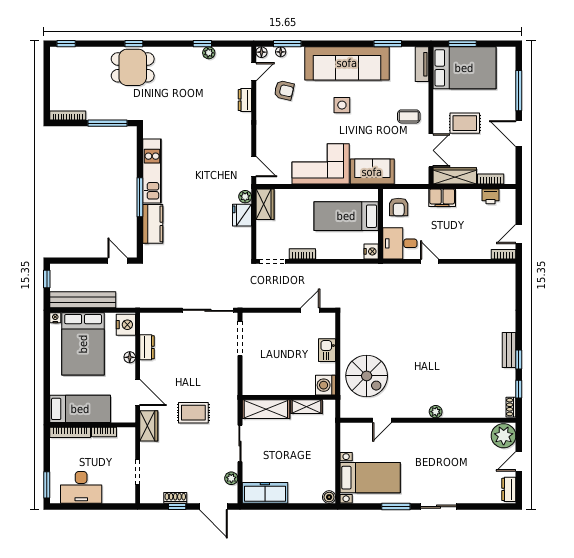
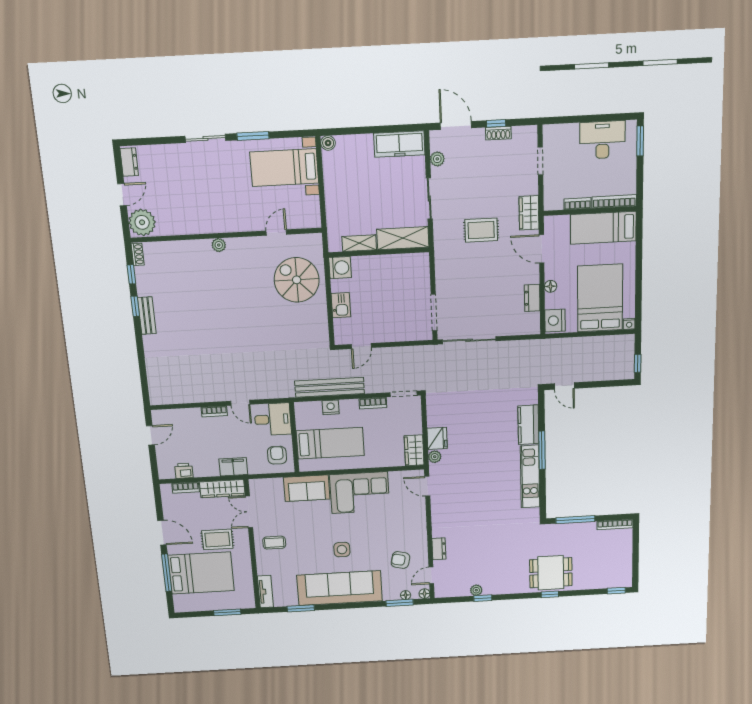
bed: (464, 68) -> (201, 573), moved, turned 180
nightstand: (371, 251) -> (331, 407), moved, turned 90
bookcase: (504, 254) -> (214, 411), moved
bench: (83, 300) -> (330, 387), moved

